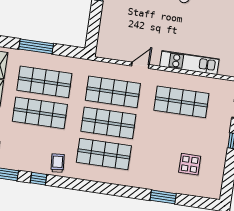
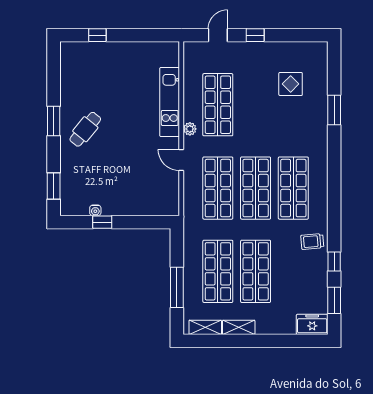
plant: (165, 76) -> (190, 129), added

